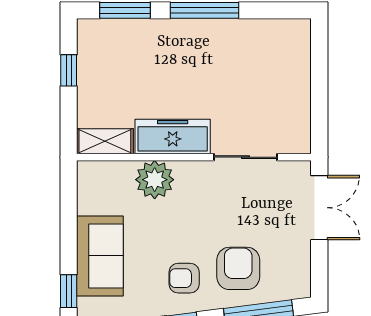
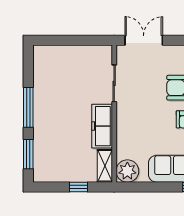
window: (69, 70) -> (78, 187), moved
plant: (155, 180) -> (127, 171), moved

